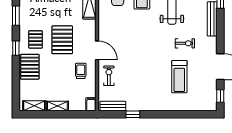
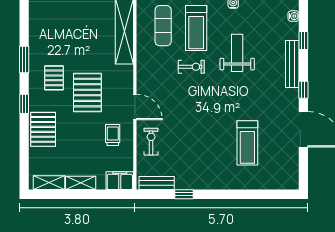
pallet: (36, 39) -> (54, 78), moved
exercise bike: (185, 43) -> (191, 67), moved
window: (220, 96) -> (303, 90), moved
filing cabinet: (91, 104) -> (120, 181), width x2.00

